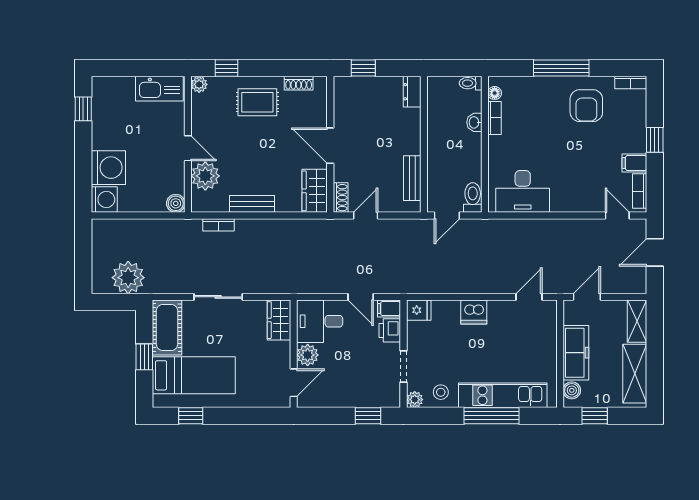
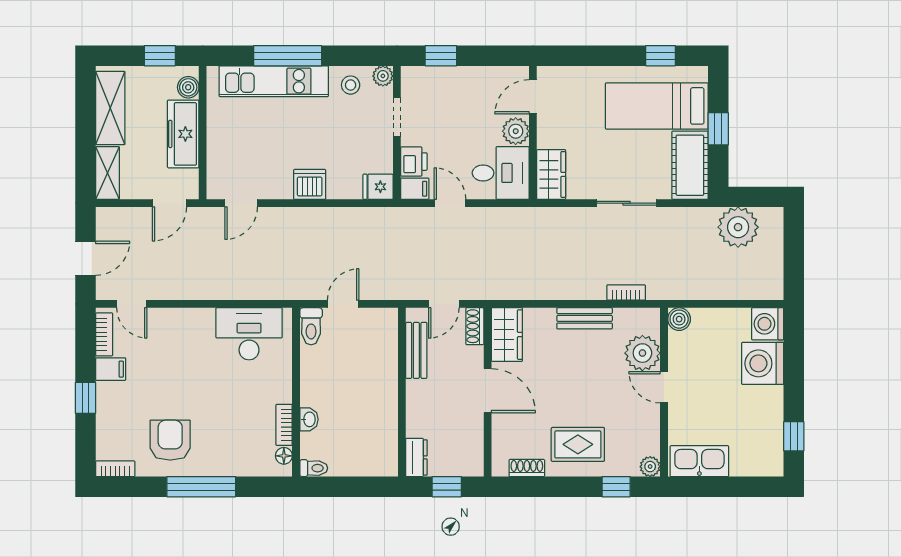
dresser: (412, 92) -> (416, 457), moved
wall: (424, 144) -> (402, 392), moved
bench: (412, 178) -> (416, 350), moved

